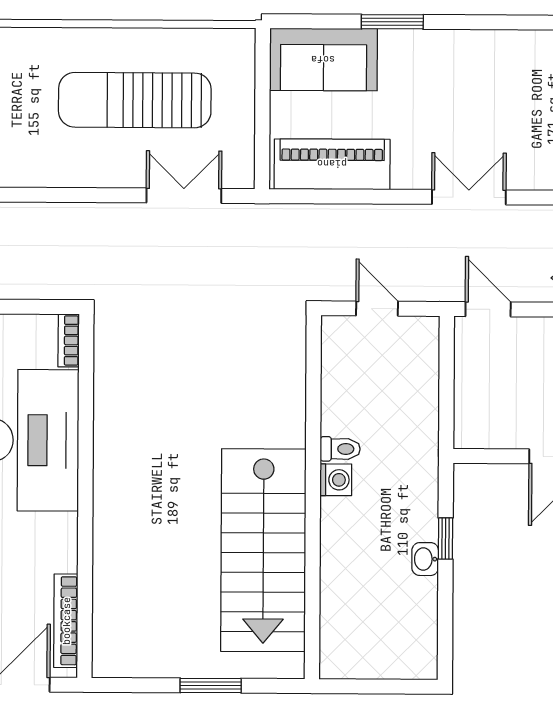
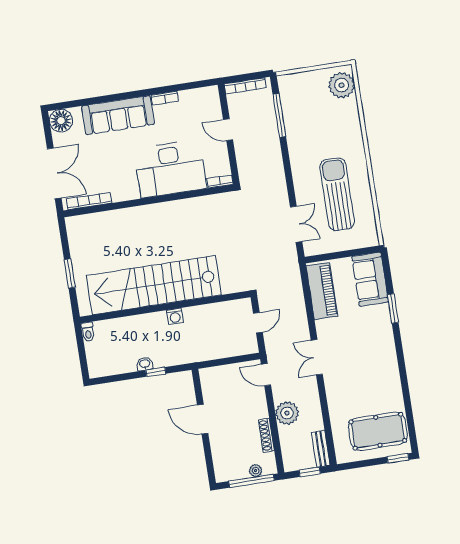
double door: (469, 197) -> (317, 357), swing flipped
door: (488, 309) -> (266, 375), swing flipped
toilet: (340, 449) -> (88, 332), moved
stairs: (263, 550) -> (154, 285), width x1.36

